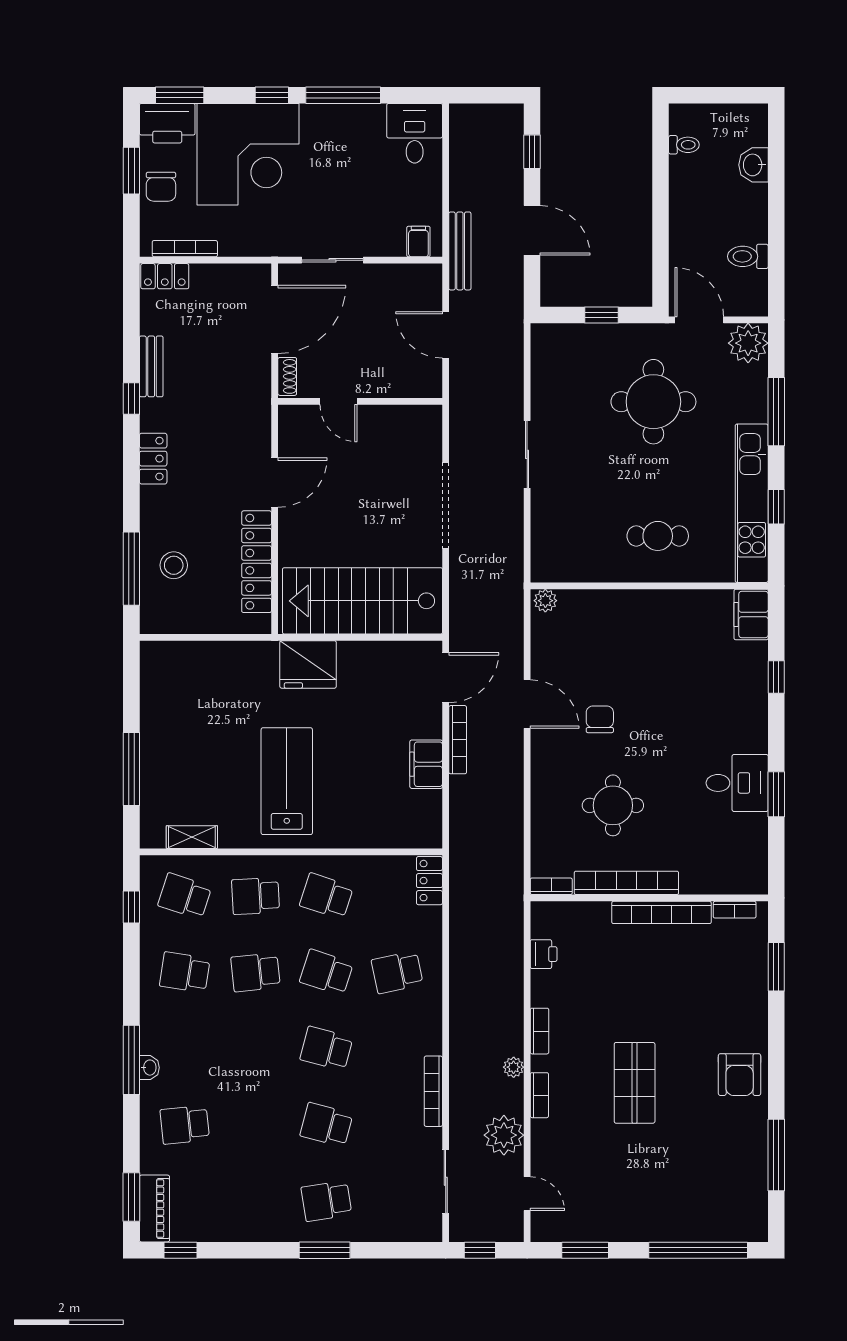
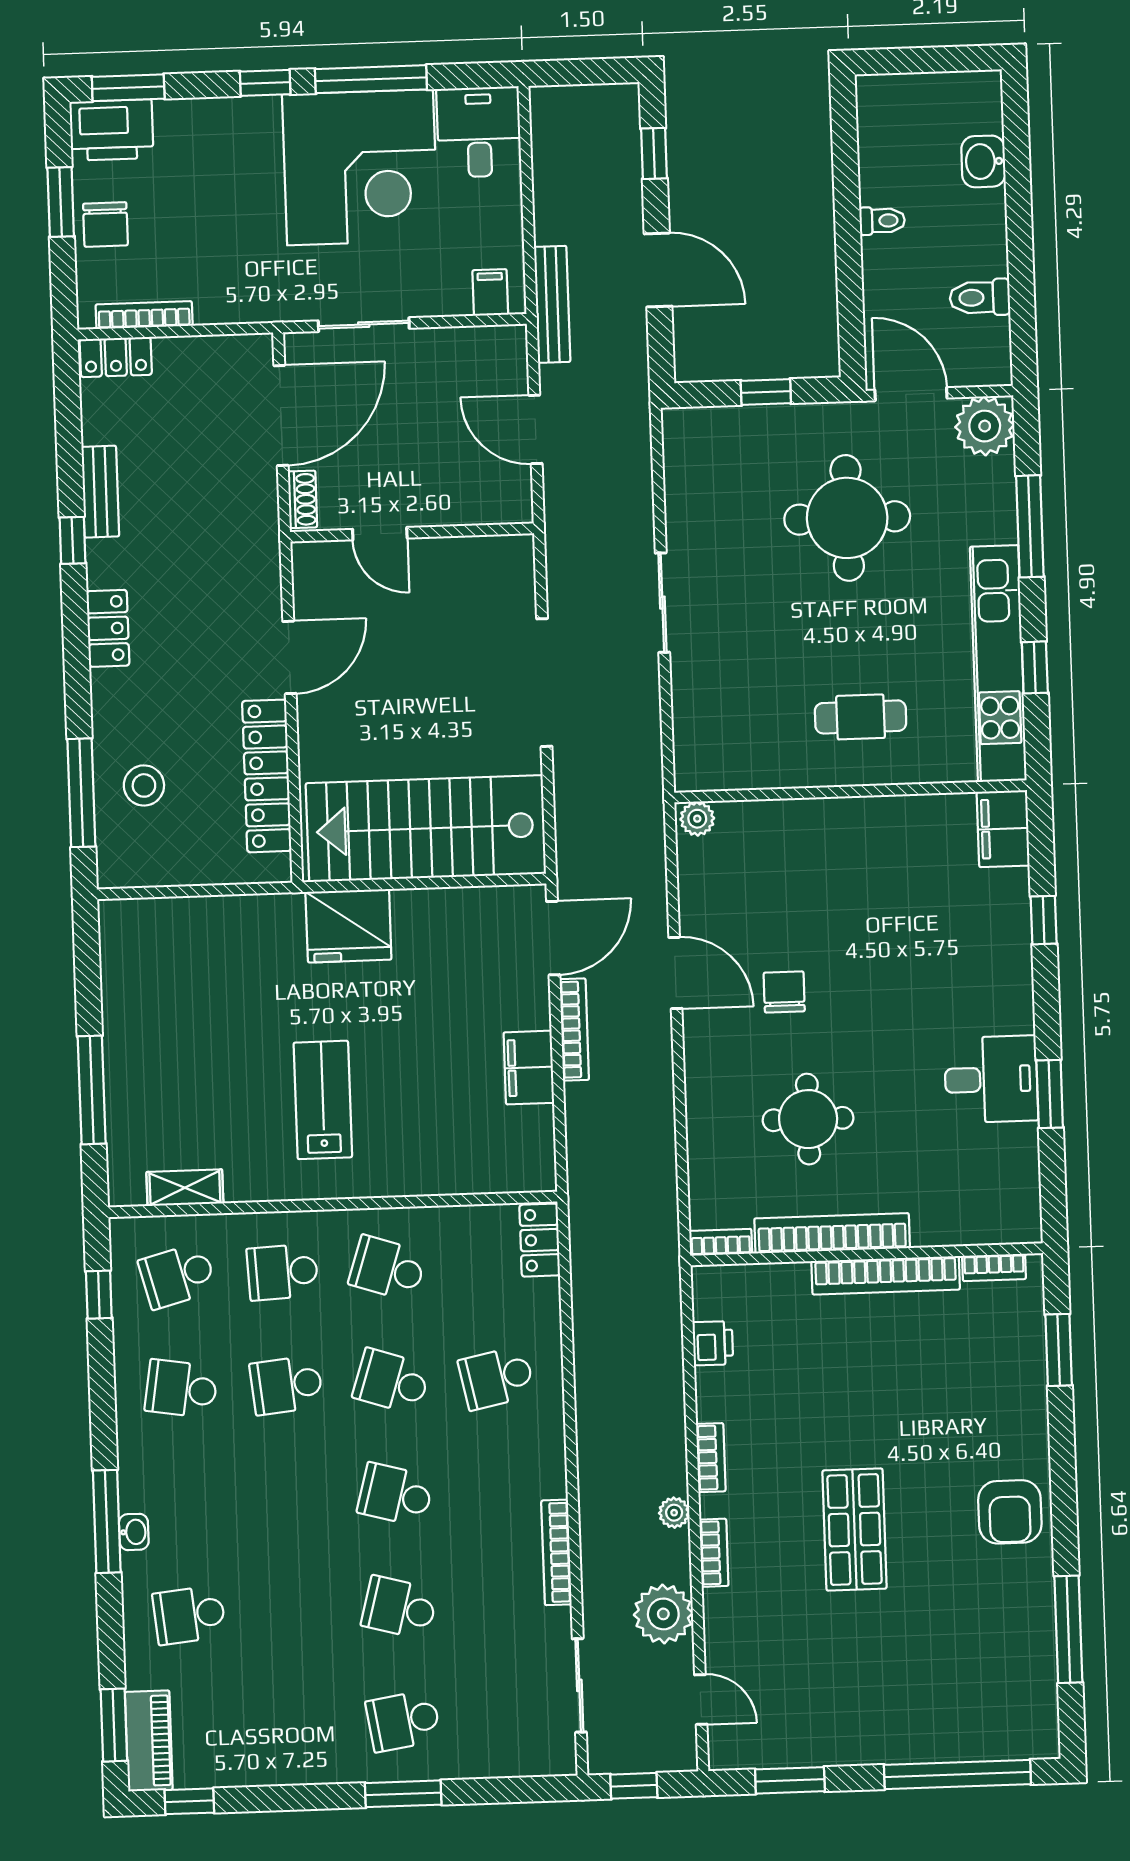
toilet: (684, 145) -> (882, 221), moved
corner desk: (248, 154) -> (360, 167), moved
lab bench: (287, 781) -> (323, 1100), width x0.73, depth x0.72
school desk: (185, 896) -> (177, 1276), turned -33

